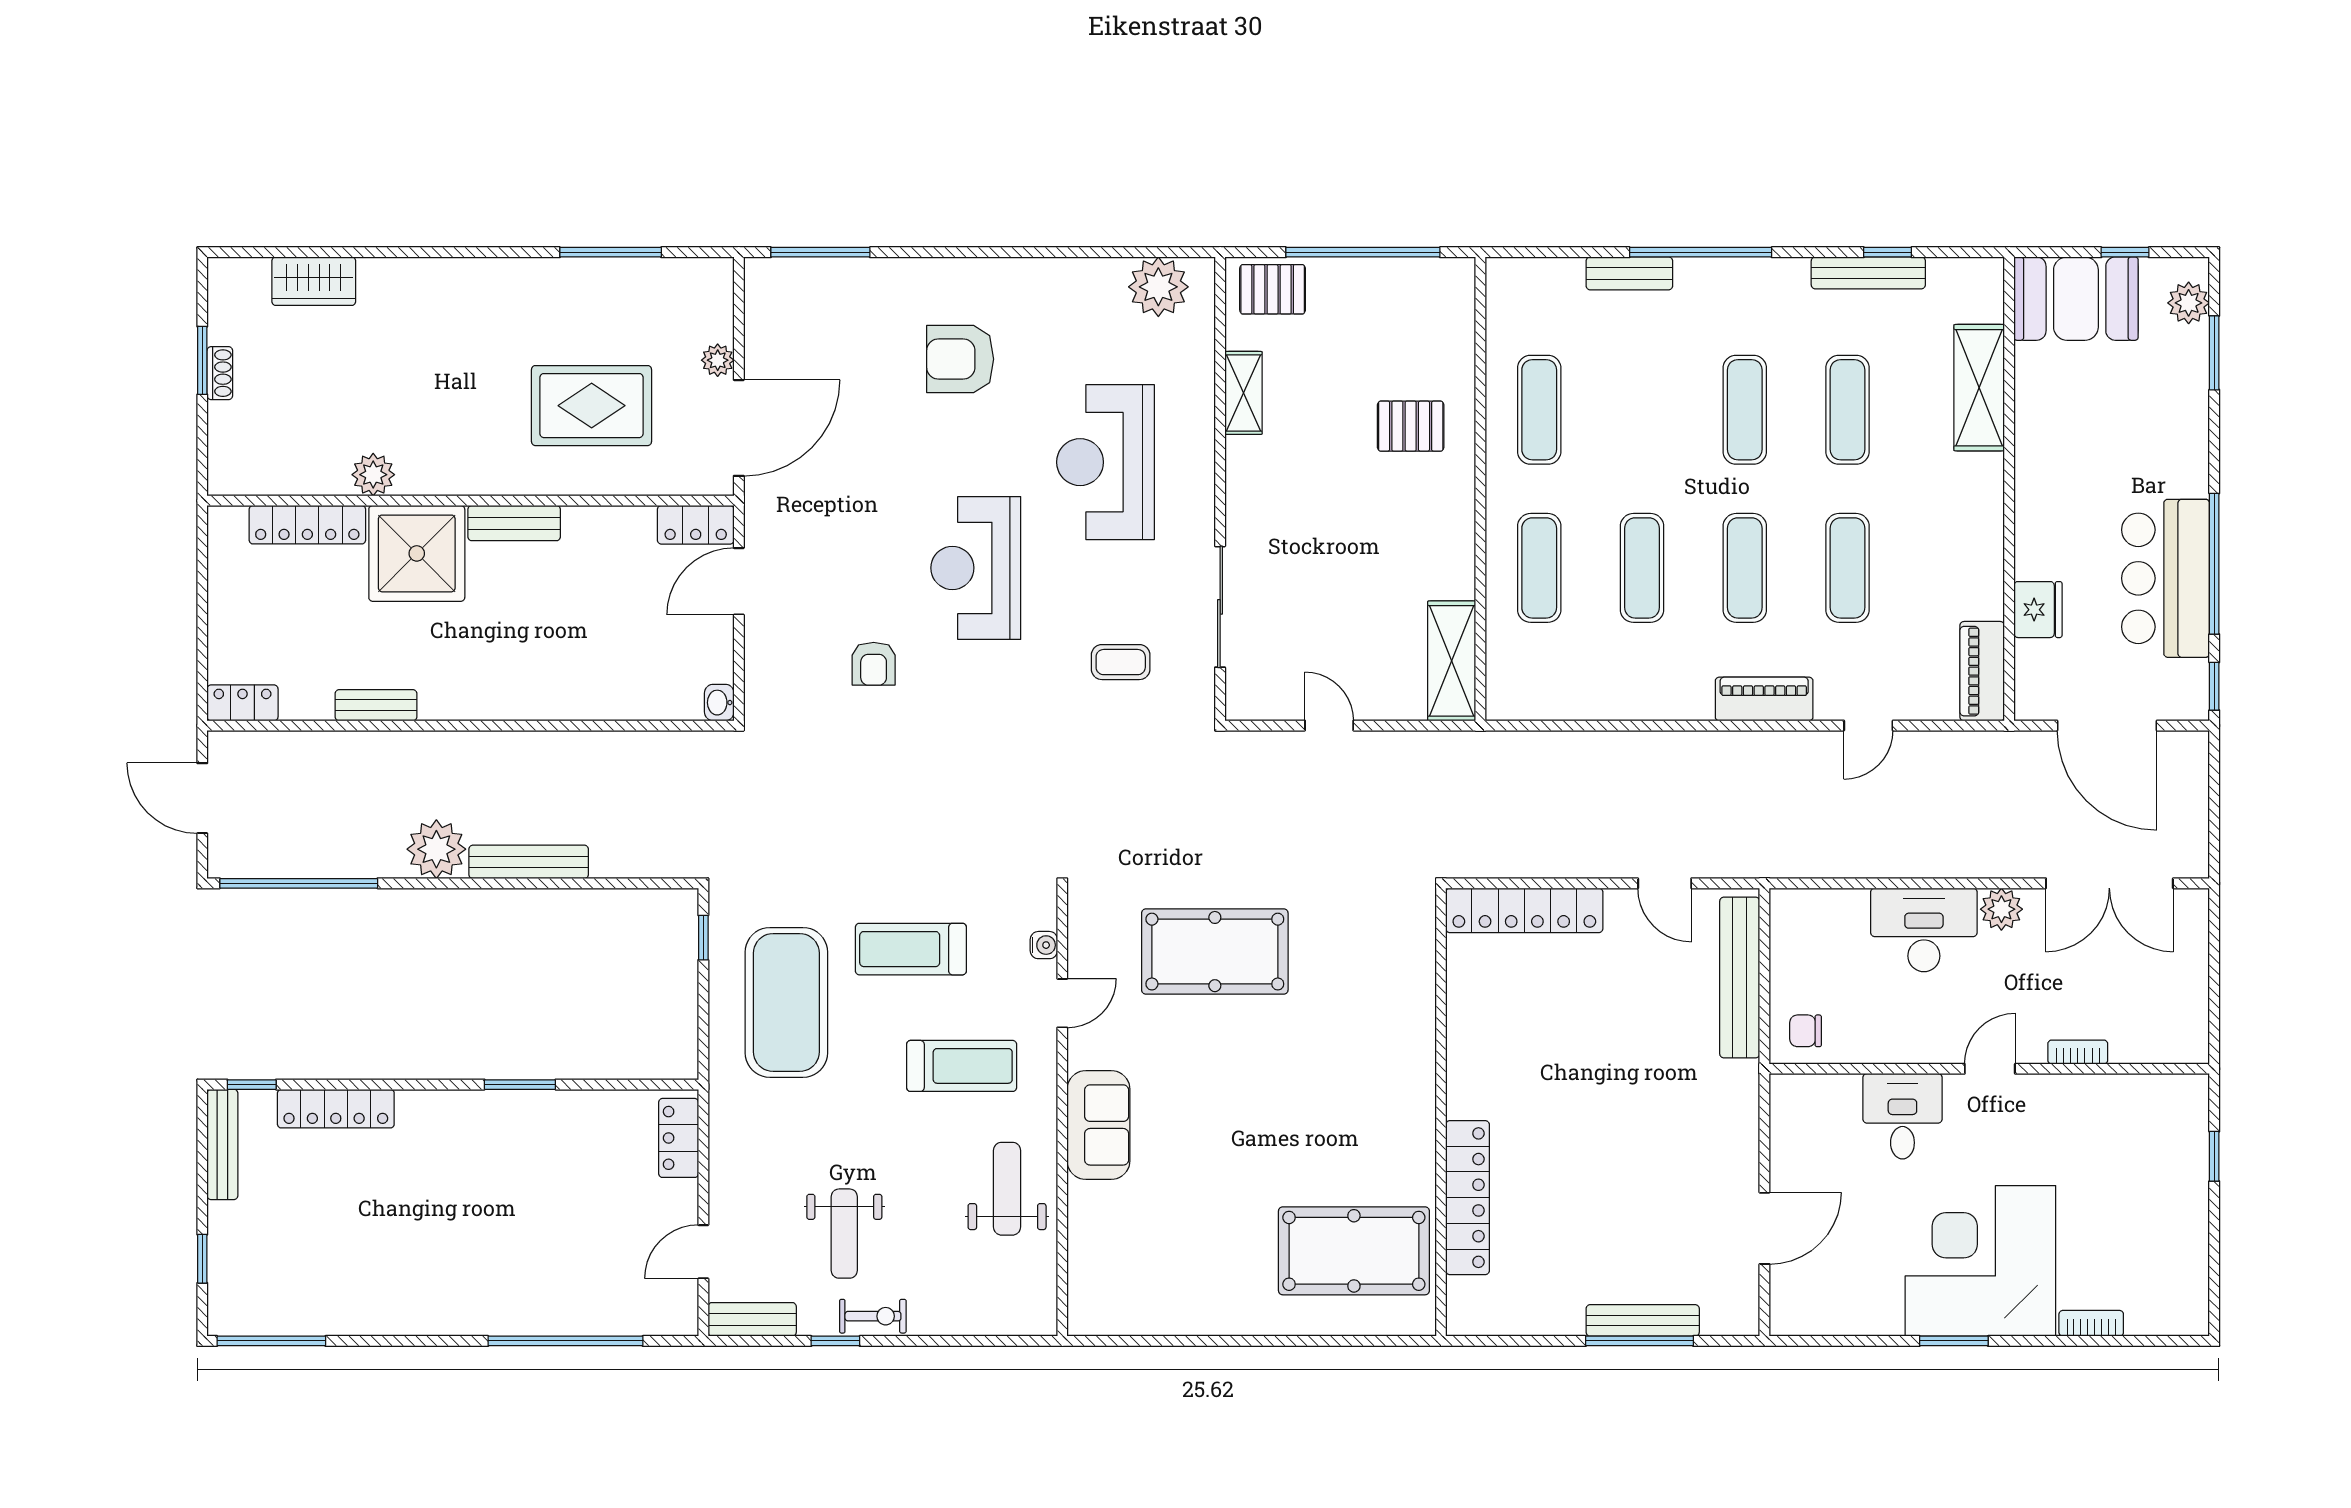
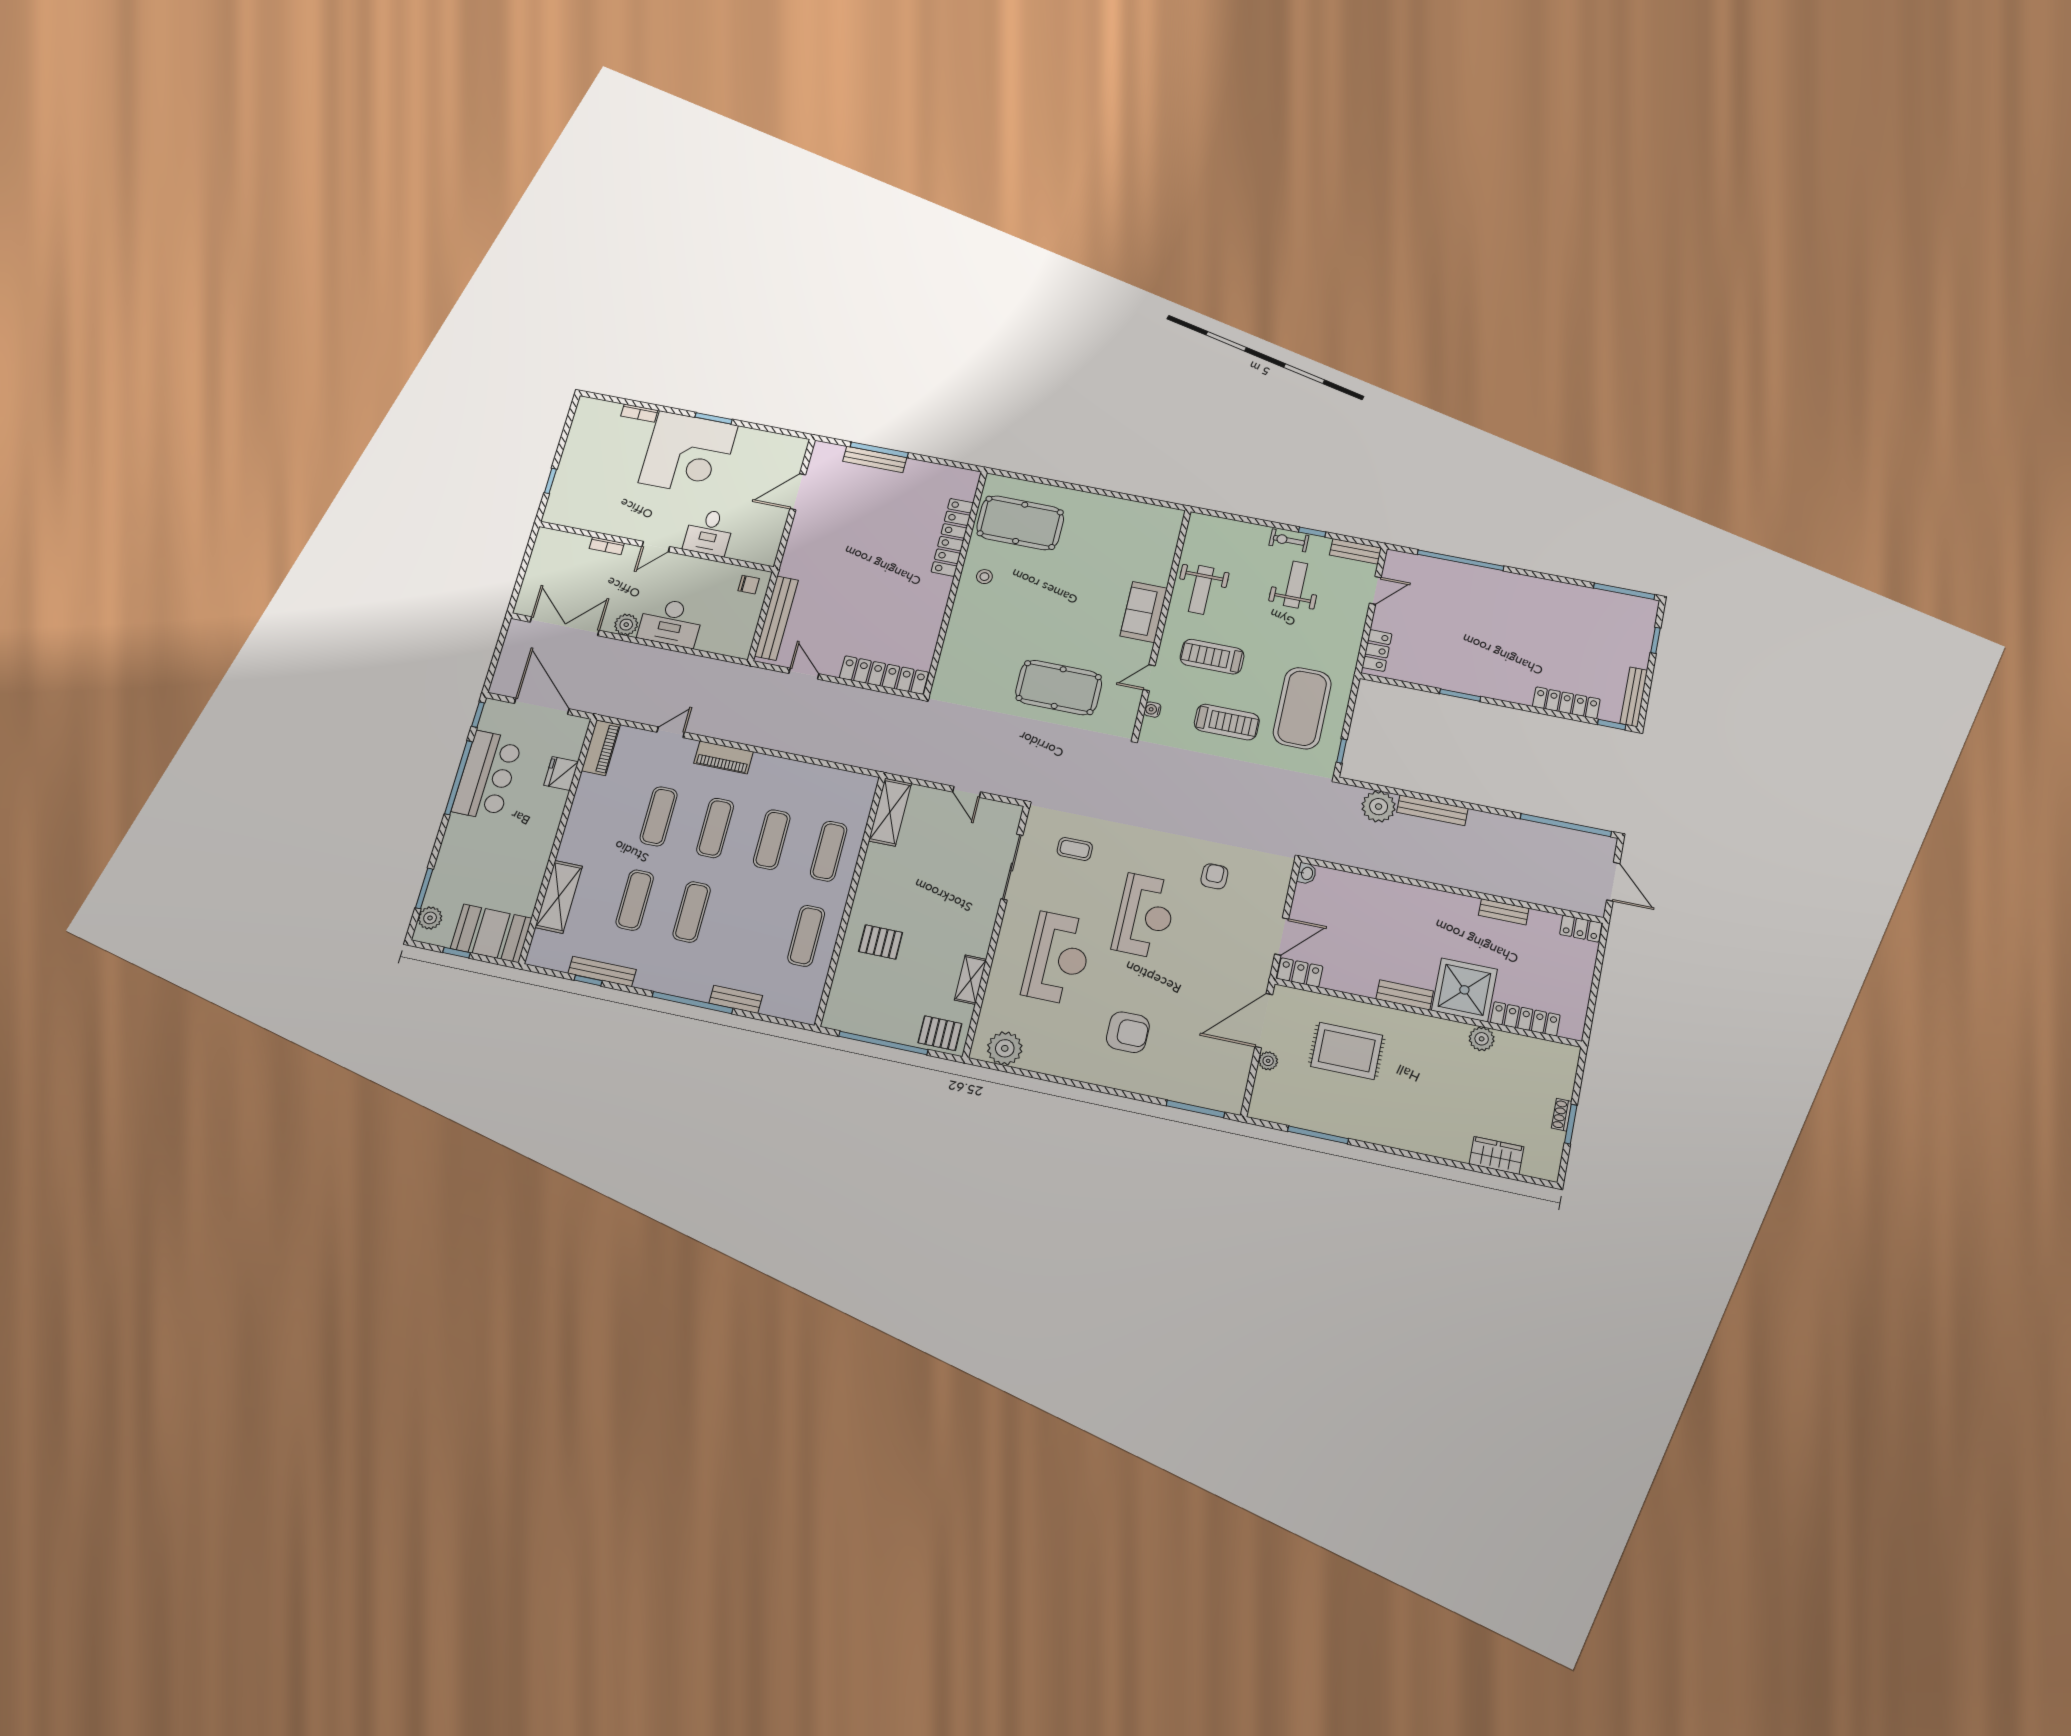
plant: (436, 849) -> (1379, 807), moved
stool: (1393, 1134) -> (984, 577), added

